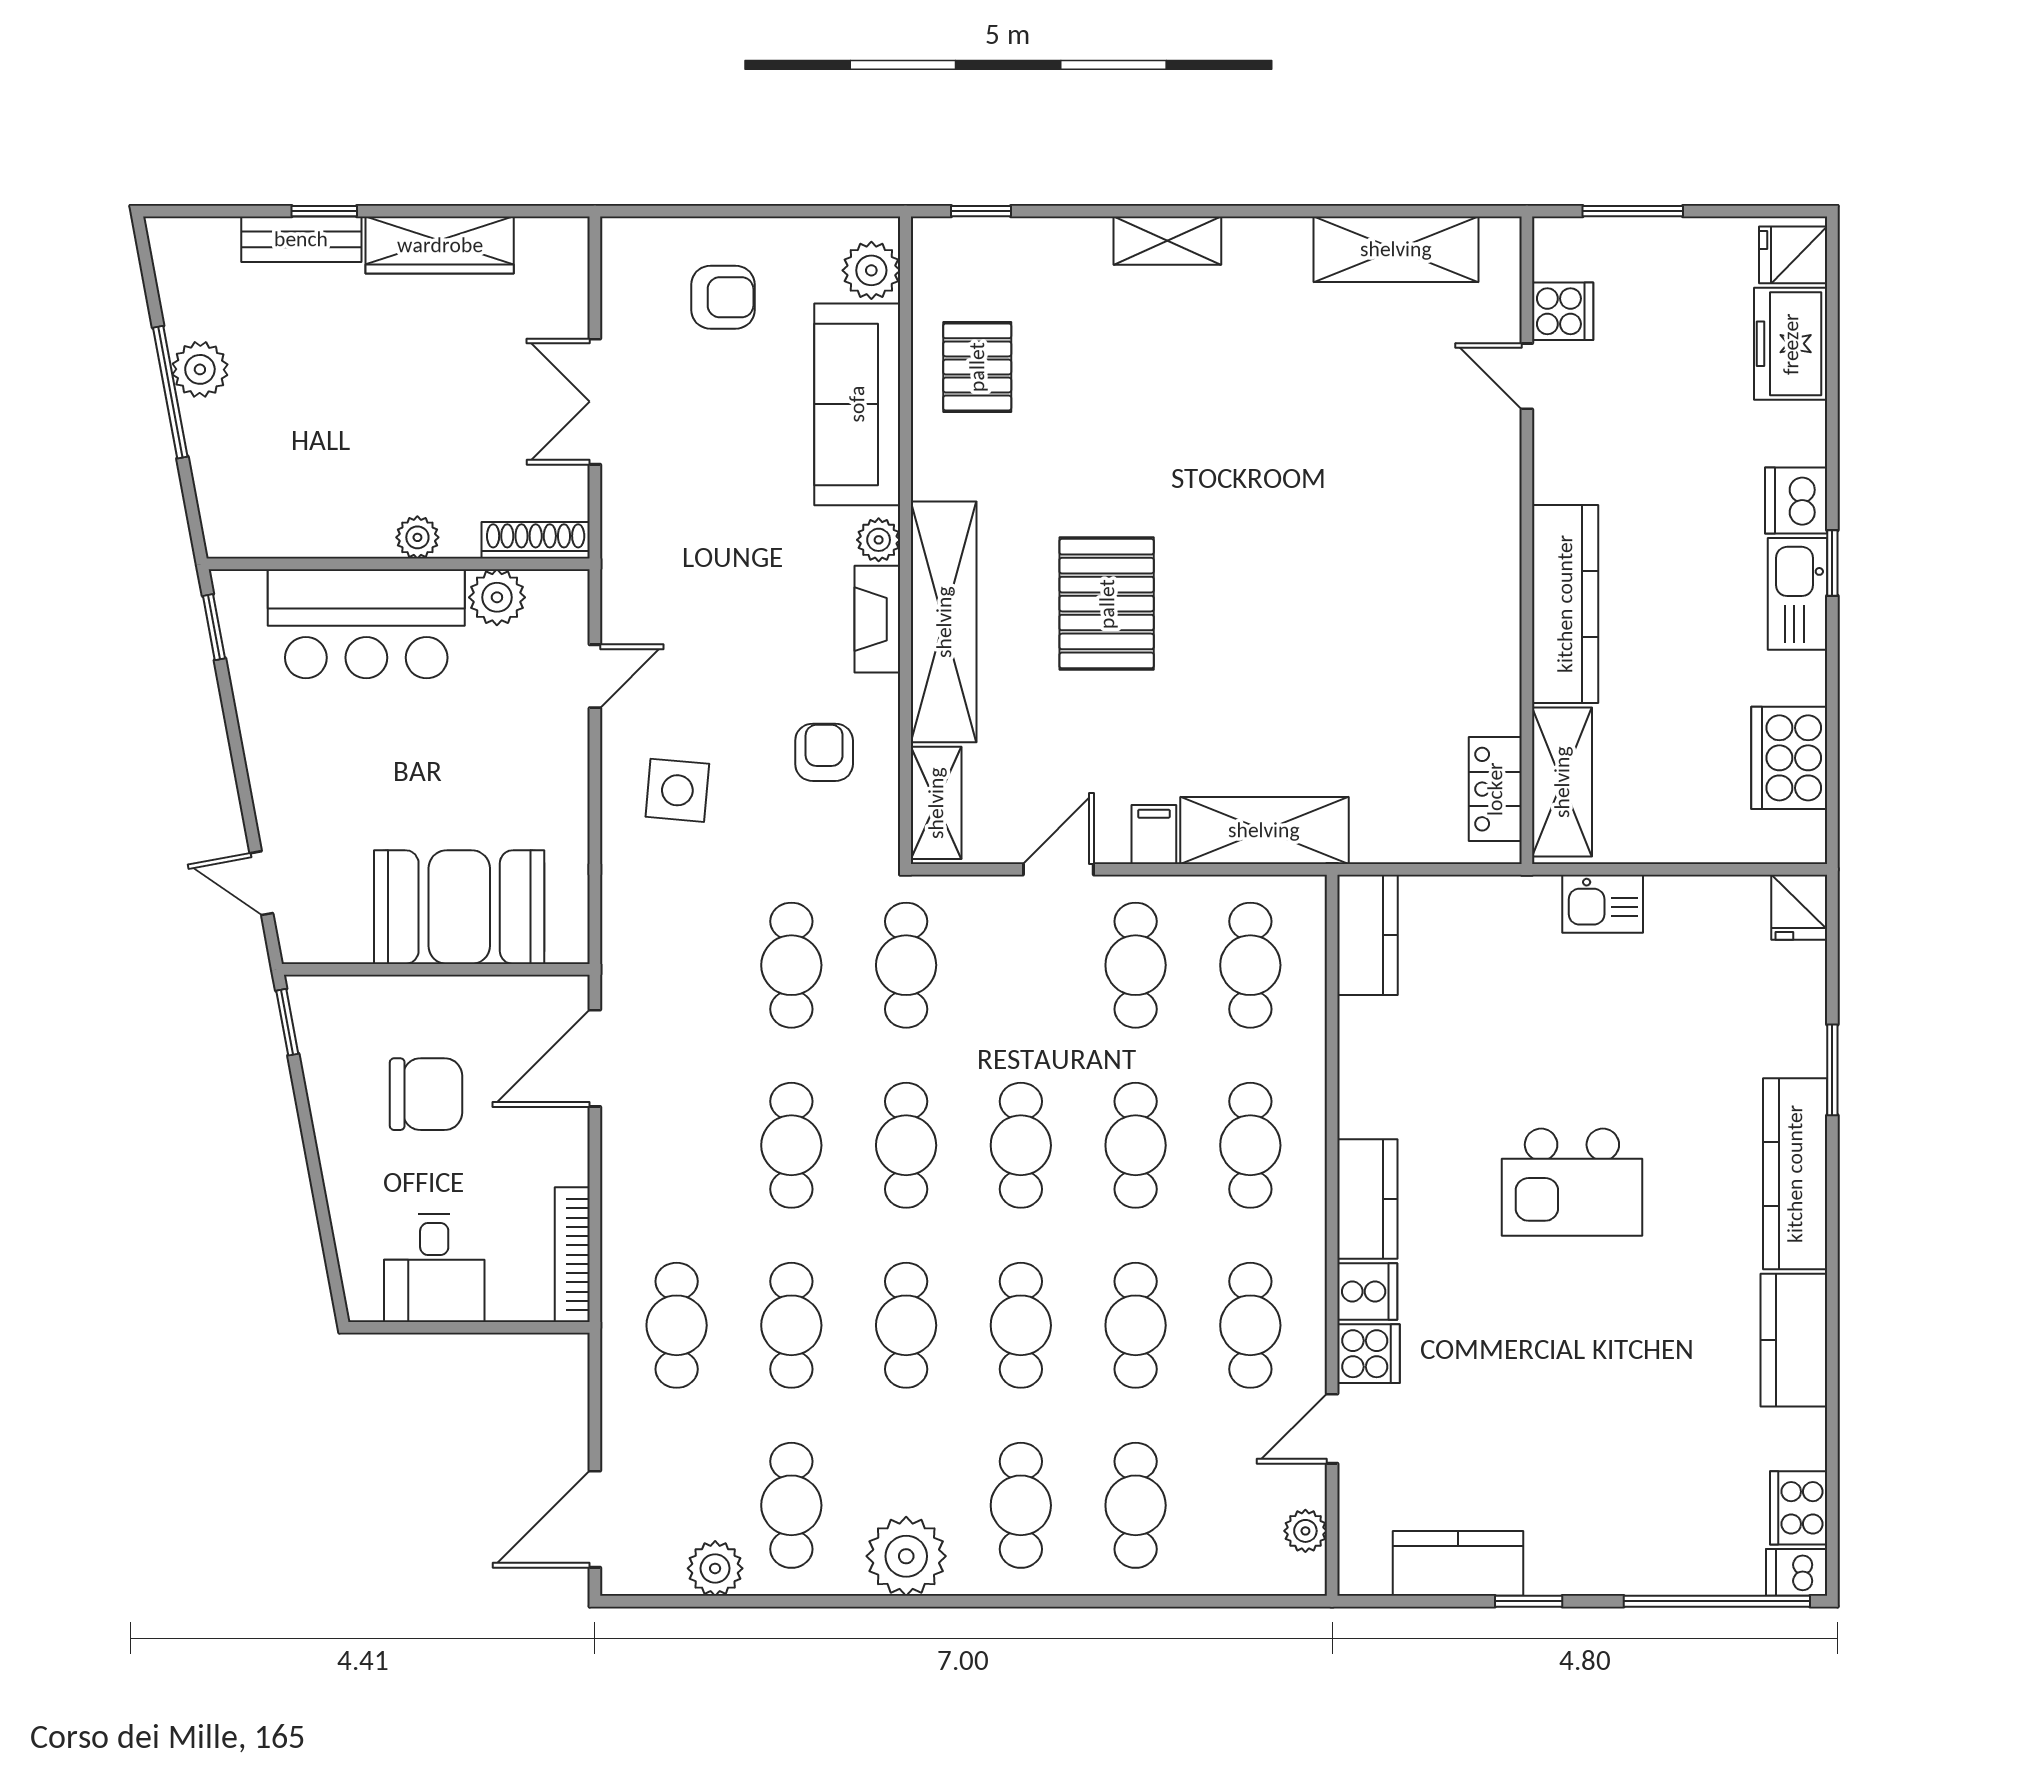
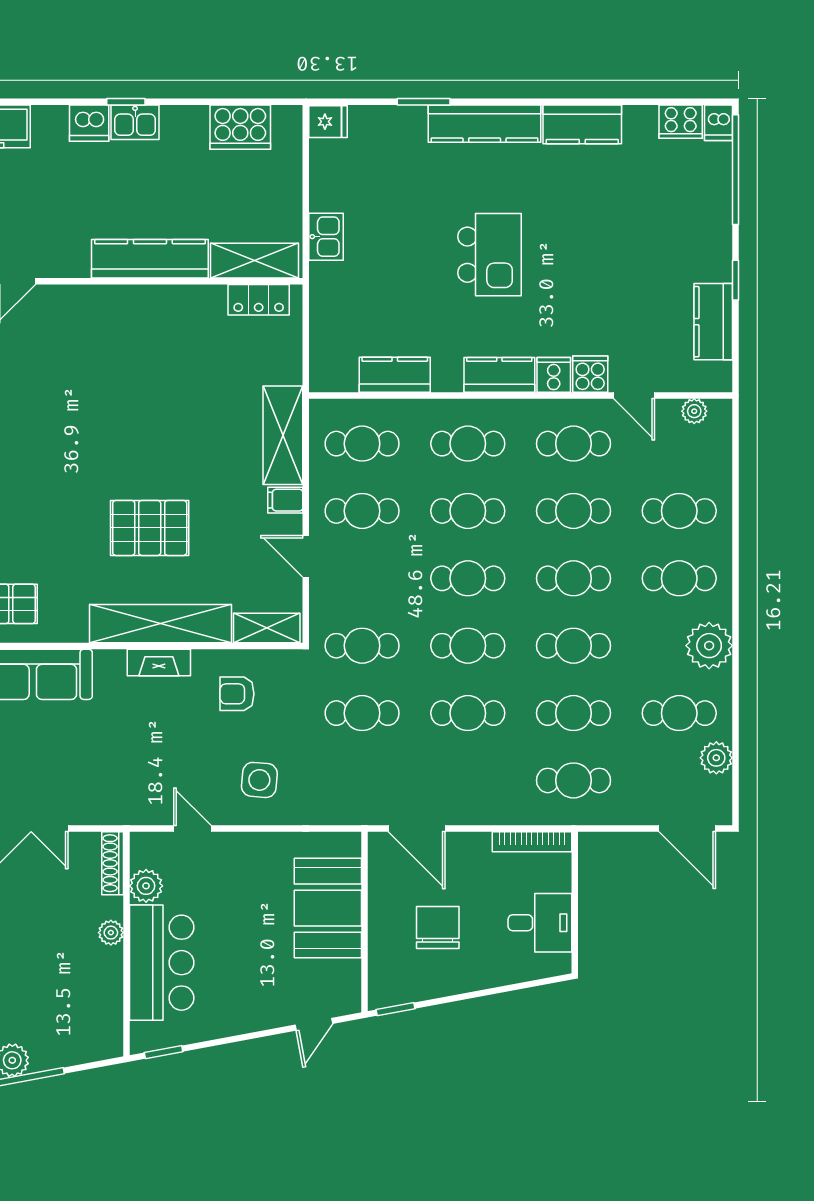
plant: (879, 540) -> (112, 662), removed
kitchen sink: (1797, 594) -> (135, 122), width x0.73
kitchen counter: (1367, 935) -> (395, 375), moved

